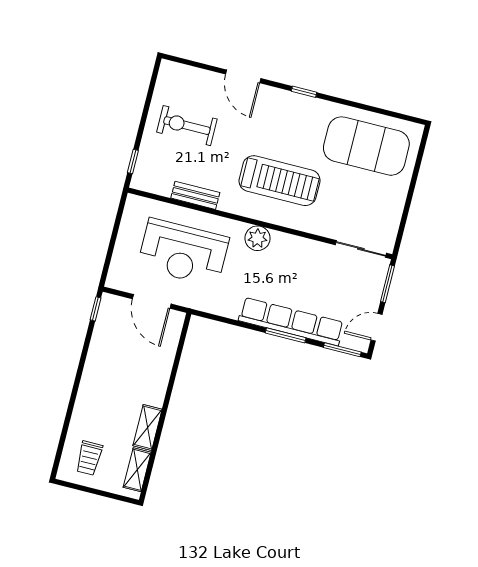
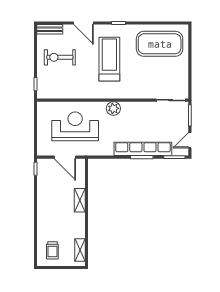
treadmill: (280, 181) -> (109, 59), moved, turned -90
bench: (195, 195) -> (50, 29), moved
reception desk: (183, 252) -> (75, 126), turned 180
shelving: (147, 427) -> (80, 200), moved

